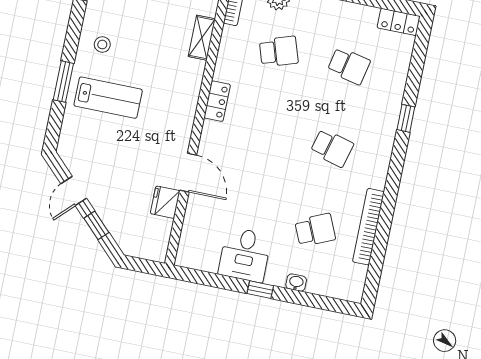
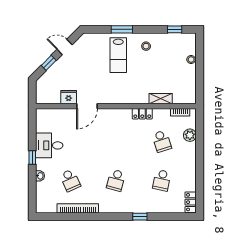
locker: (217, 101) -> (142, 114), moved

